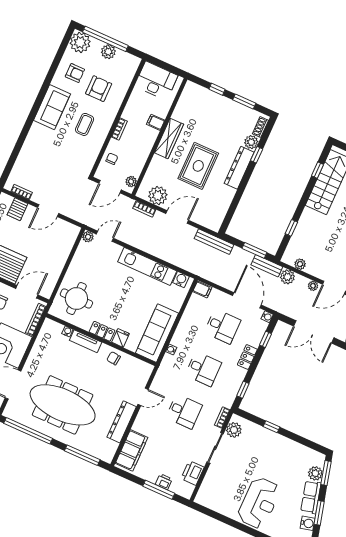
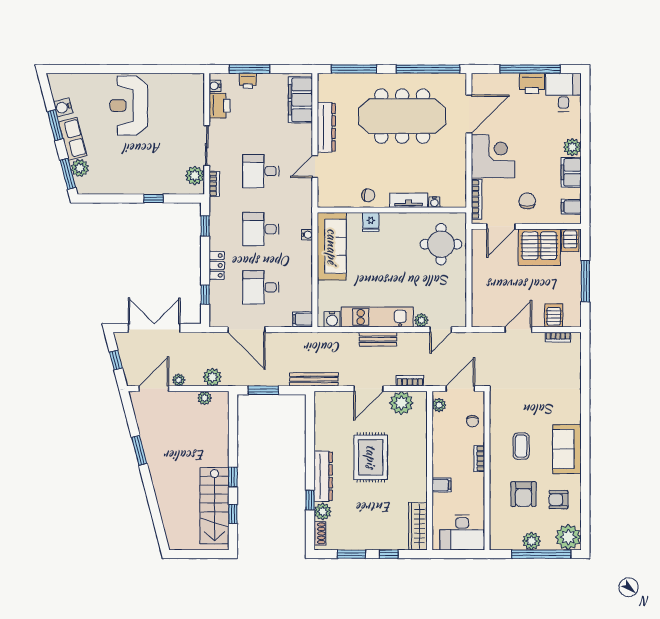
wardrobe: (169, 138) -> (418, 526), moved
window: (291, 228) -> (233, 477), moved
plant: (88, 237) -> (421, 320), moved
bench: (267, 266) -> (378, 339), moved
water cooler: (267, 317) -> (215, 86), moved
locker: (102, 331) -> (395, 220), removed

